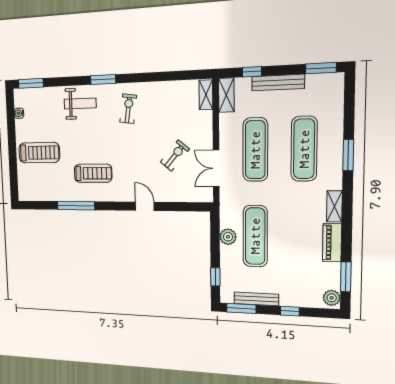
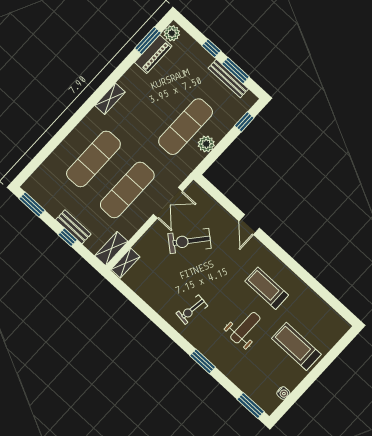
window: (252, 72) -> (68, 237), moved
window: (103, 80) -> (203, 361), moved
bench: (278, 83) -> (73, 227), width x0.73
weight bench: (80, 103) -> (245, 328), moved, turned 90
window: (348, 155) -> (69, 127), removed
exercise bike: (175, 156) -> (190, 241), width x1.38, depth x1.39
window: (76, 206) -> (306, 276), removed
piano: (332, 243) -> (153, 54), moved
window: (241, 308) -> (236, 70), moved

